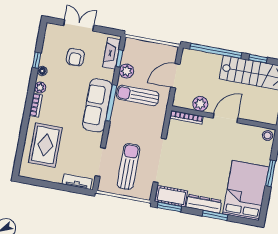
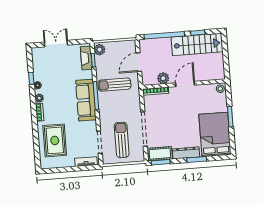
armchair: (75, 57) -> (60, 68), removed
plant: (126, 71) -> (100, 50), moved

